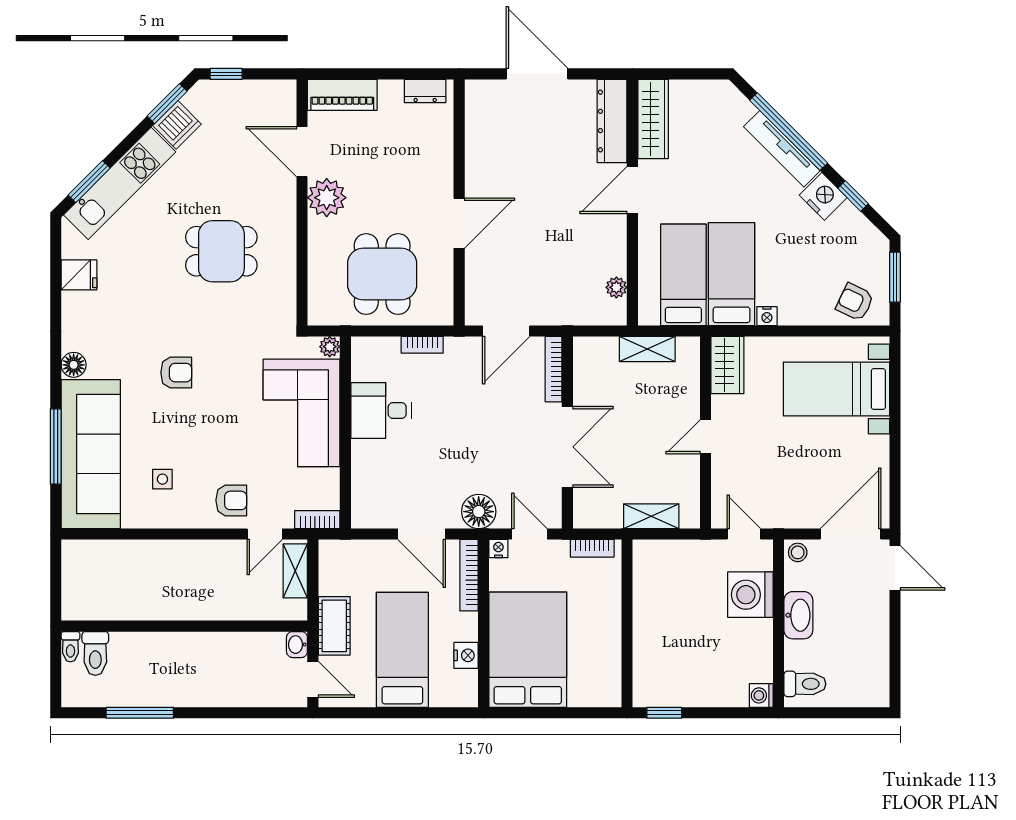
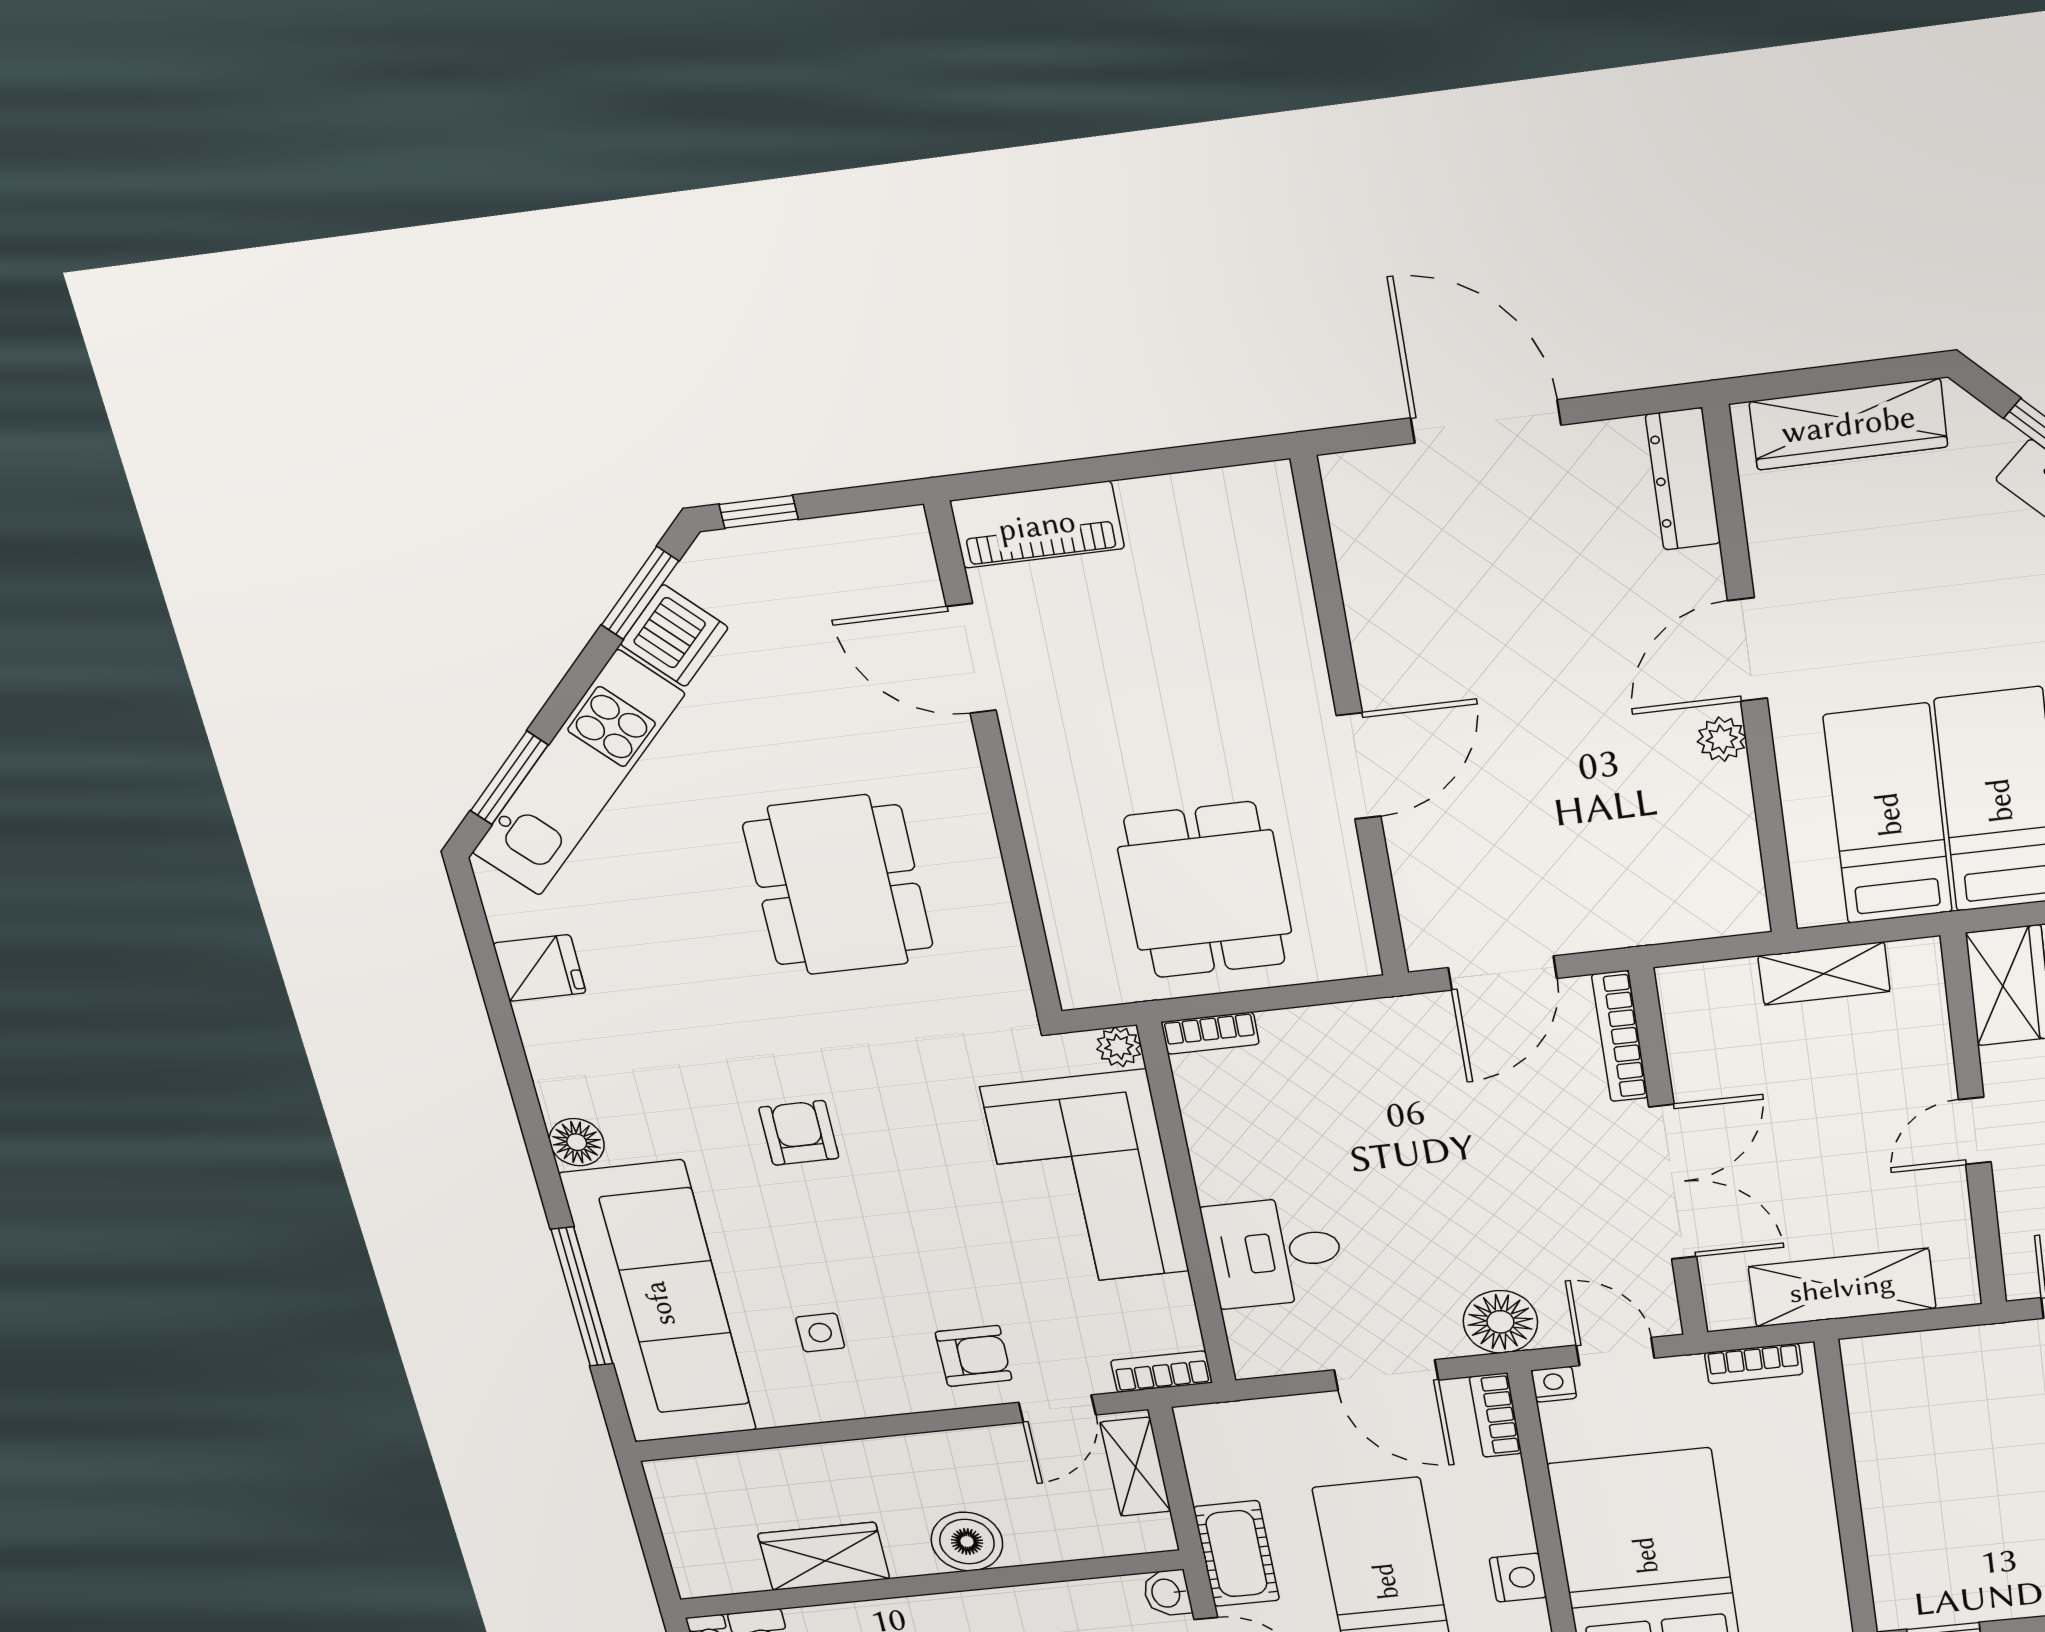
dresser: (425, 91) -> (1228, 492), removed
wardrobe: (653, 119) -> (1848, 424), moved, turned 90
dresser: (612, 121) -> (1683, 479), width x0.73, depth x0.80
plant: (327, 198) -> (1048, 748), removed
dining table: (221, 251) -> (838, 885), width x1.38
plant: (616, 287) -> (1722, 739), moved
bookcase: (422, 345) -> (1210, 1033), moved
armchair: (176, 373) -> (799, 1133), turned -90
desk: (381, 411) -> (1274, 1252), moved
shelving: (651, 516) -> (1842, 1288), width x1.50, depth x1.33
bookcase: (469, 575) -> (1496, 1415), width x0.64
wardrobe: (136, 604) -> (824, 1556), added
boiler: (207, 604) -> (967, 1542), added

